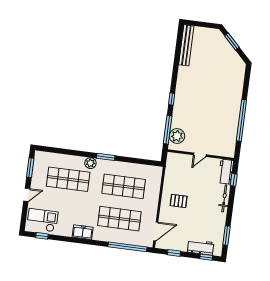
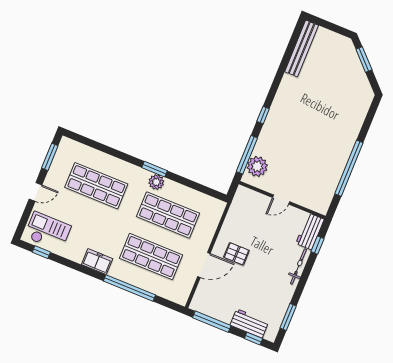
plant: (90, 163) -> (156, 182), moved
door: (156, 231) -> (204, 265), moved
window: (128, 247) -> (129, 288), moved
window: (174, 253) -> (212, 322), width x2.17

